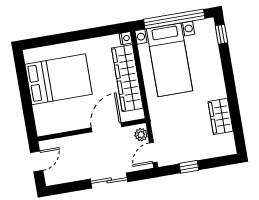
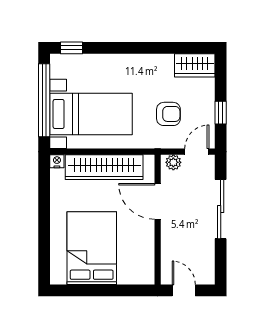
wardrobe: (221, 116) -> (195, 65), moved
armchair: (180, 124) -> (168, 114), added
door: (153, 153) -> (197, 152), swing flipped
sliding door: (109, 180) -> (221, 209), width x1.37

